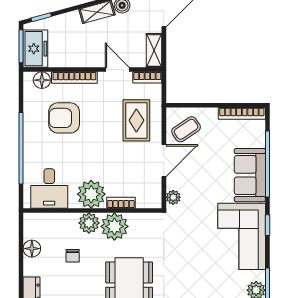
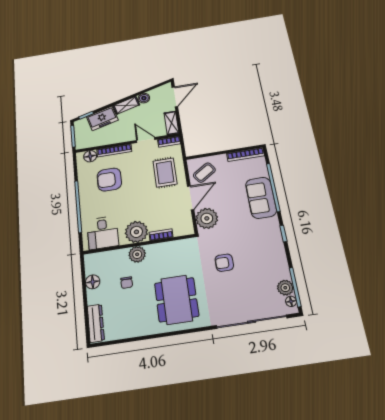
freezer: (35, 49) -> (102, 118), moved, turned 75
plant: (173, 197) -> (207, 218), width x1.88, depth x1.88
plant: (114, 226) -> (158, 254), removed
corner sofa: (242, 236) -> (264, 246), removed
armchair: (191, 250) -> (224, 263), added

